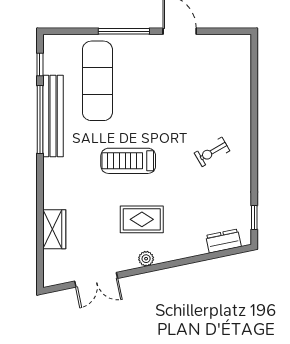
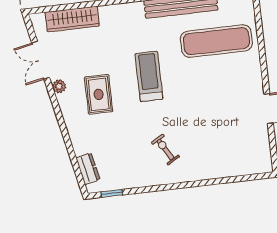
window: (124, 31) -> (263, 59), removed
wardrobe: (54, 229) -> (72, 19), width x1.50
plant: (146, 259) -> (59, 86), moved

